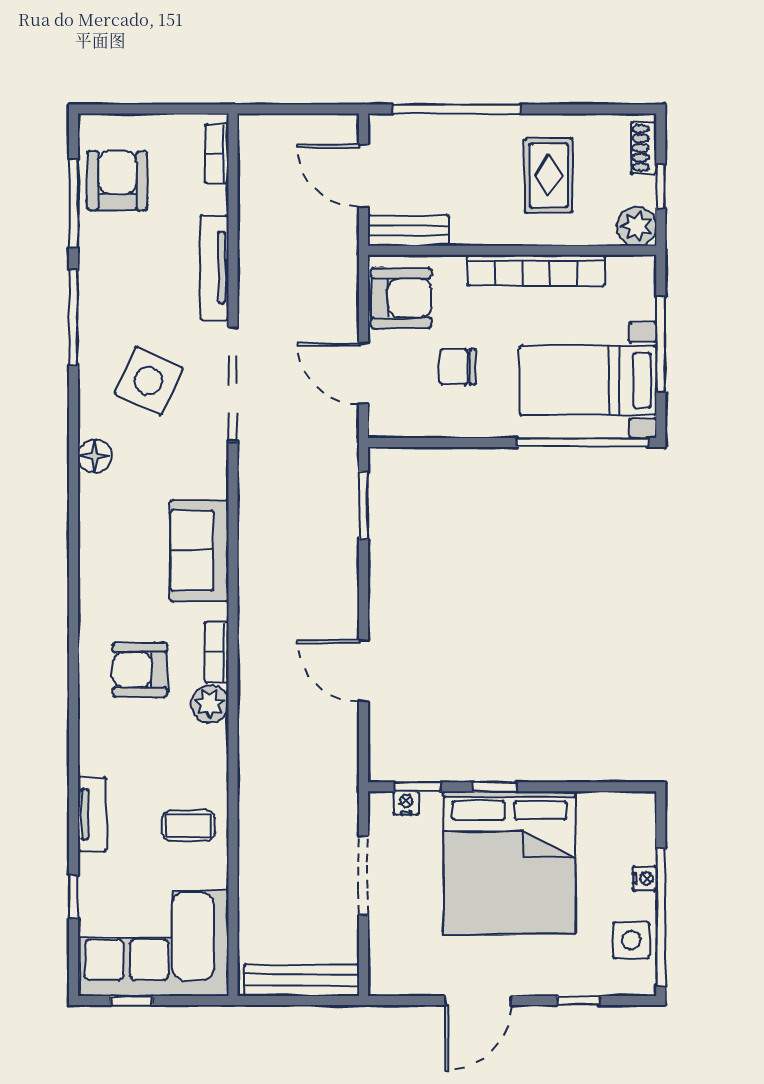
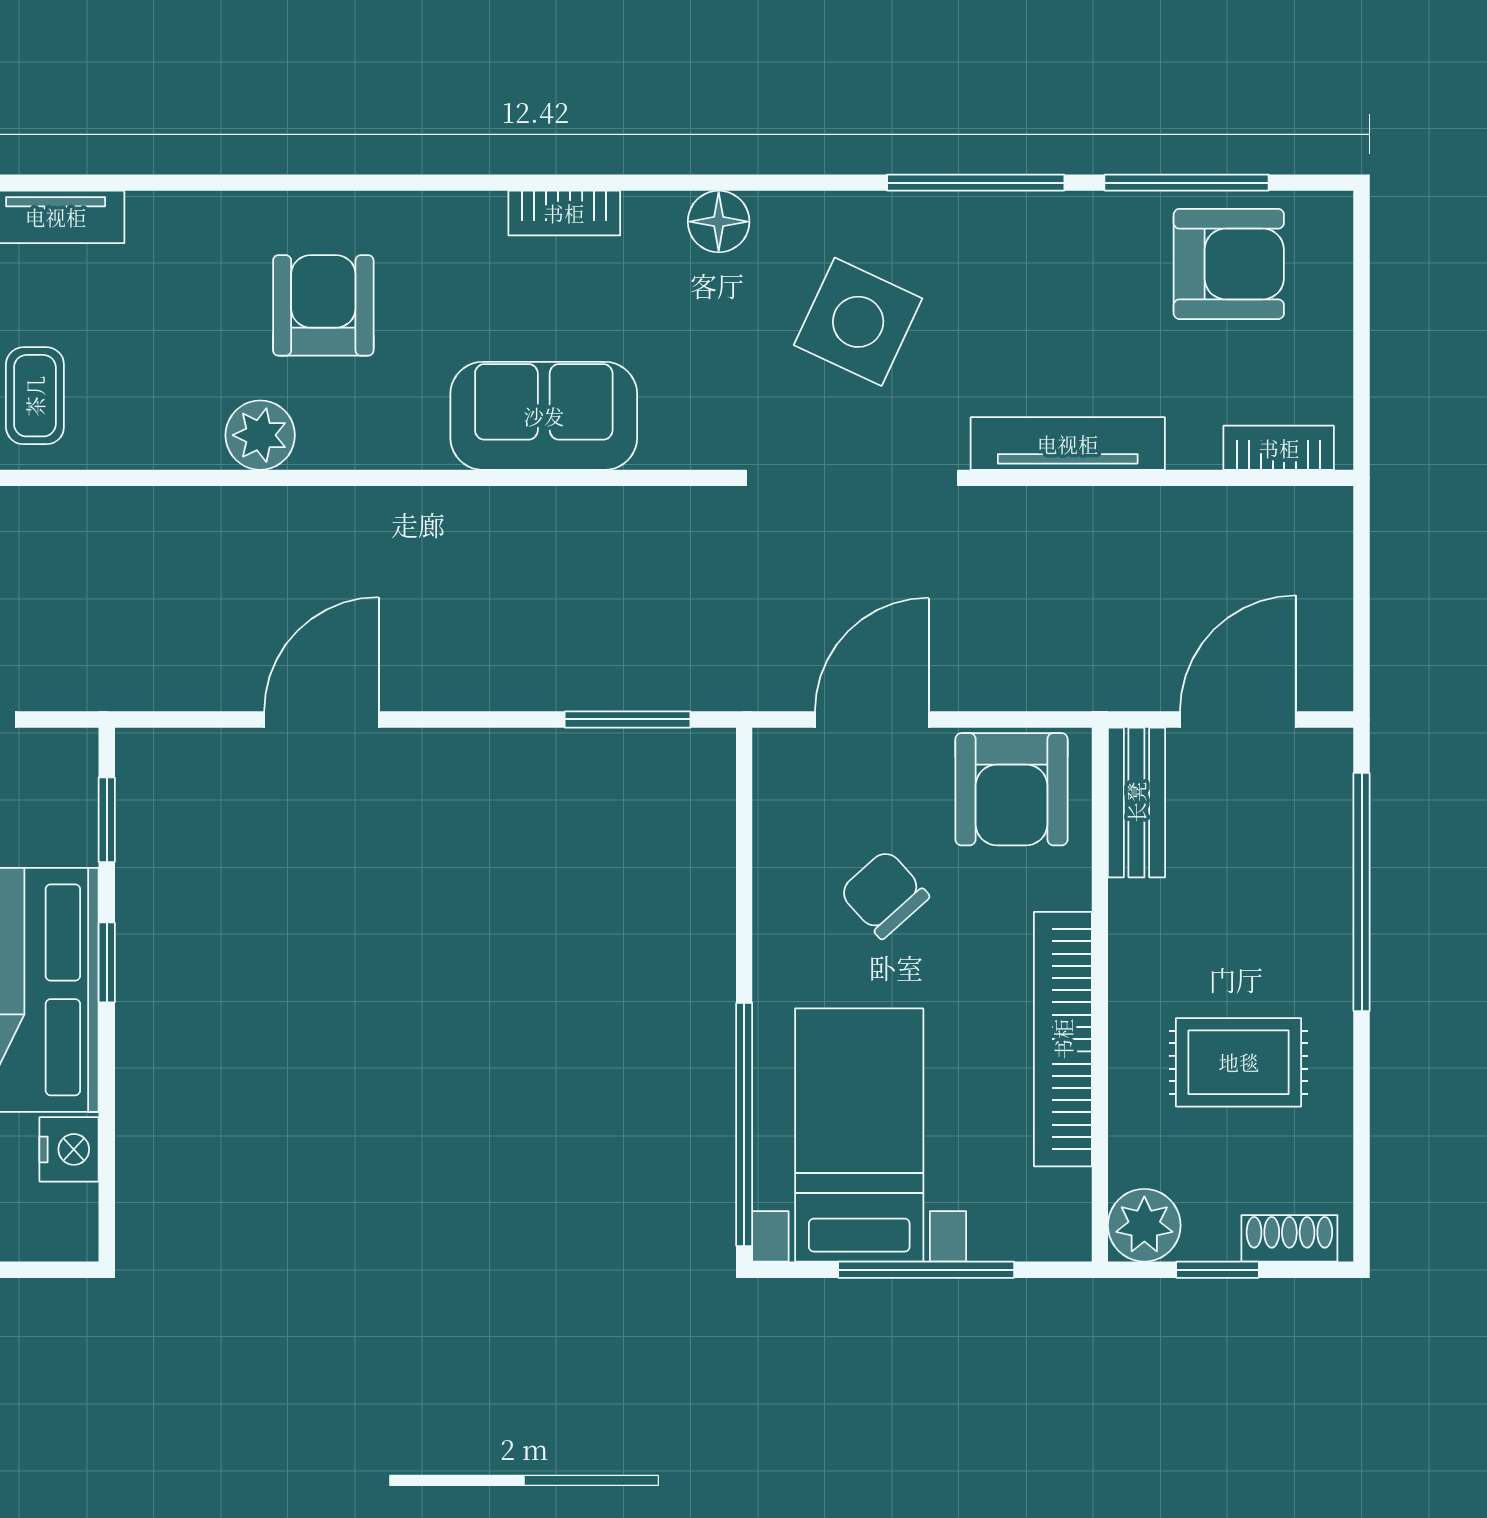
chair: (458, 367) -> (884, 894), turned -42
bookcase: (217, 652) -> (564, 213), moved, turned 180
nightstand: (406, 803) -> (69, 1149), moved, width x1.39, depth x1.35

